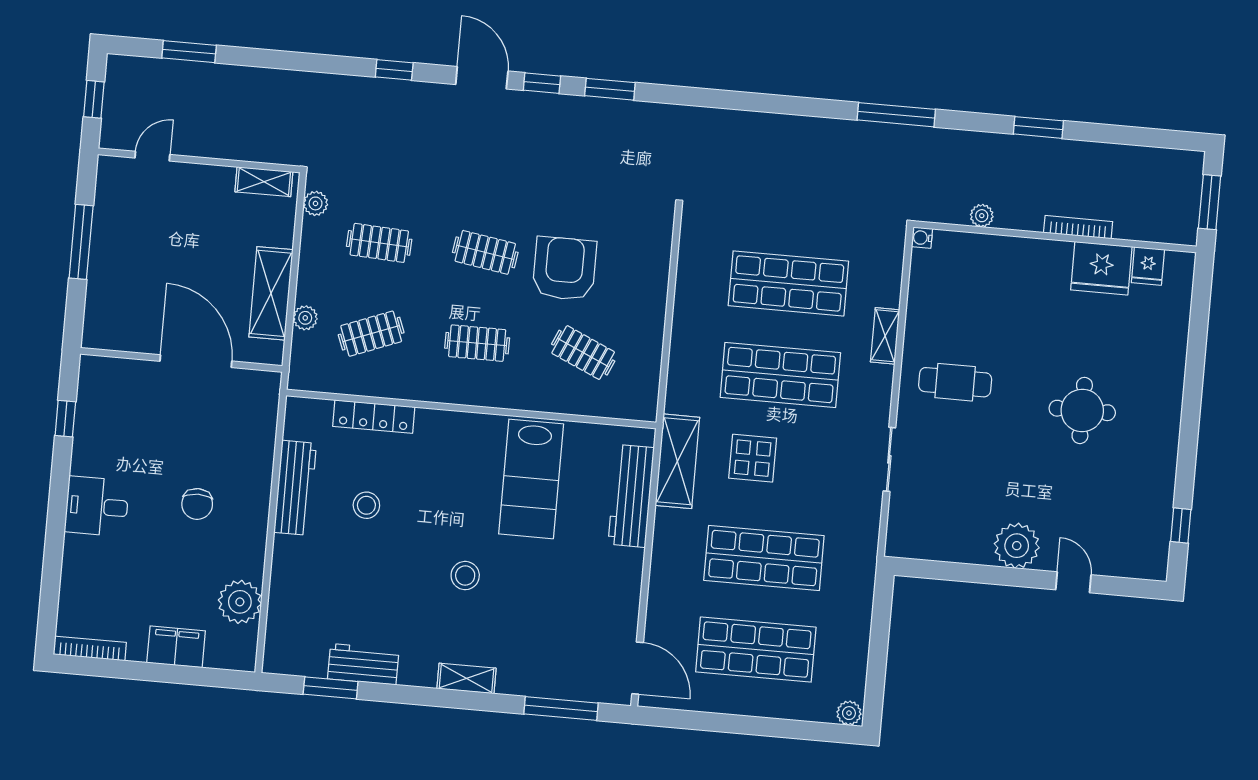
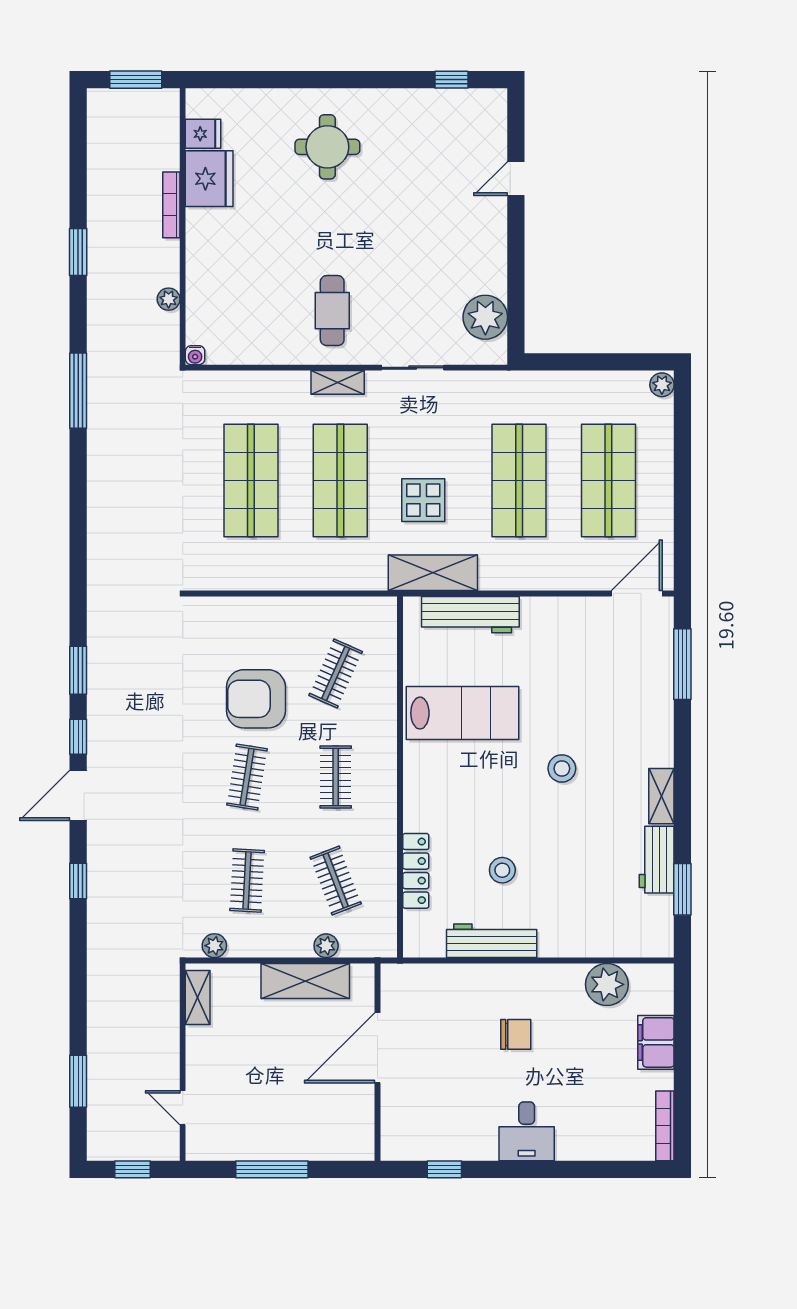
shelving: (885, 336) -> (338, 382), moved
round table: (1082, 410) -> (327, 147), moved
plant: (1017, 546) -> (485, 317), moved
shelving: (466, 678) -> (661, 796), moved

